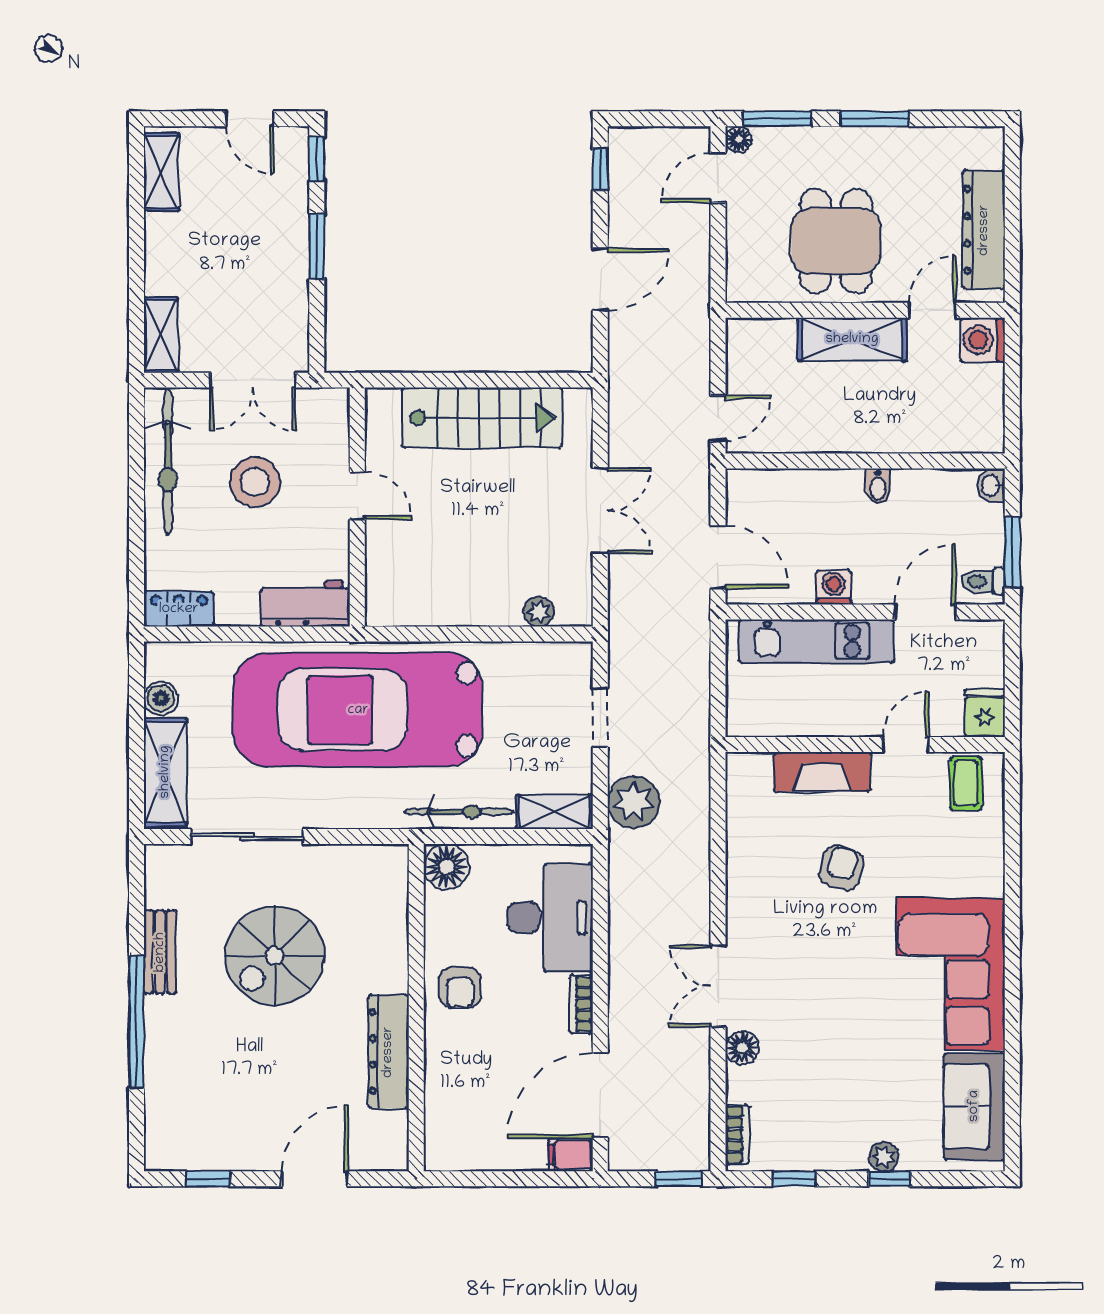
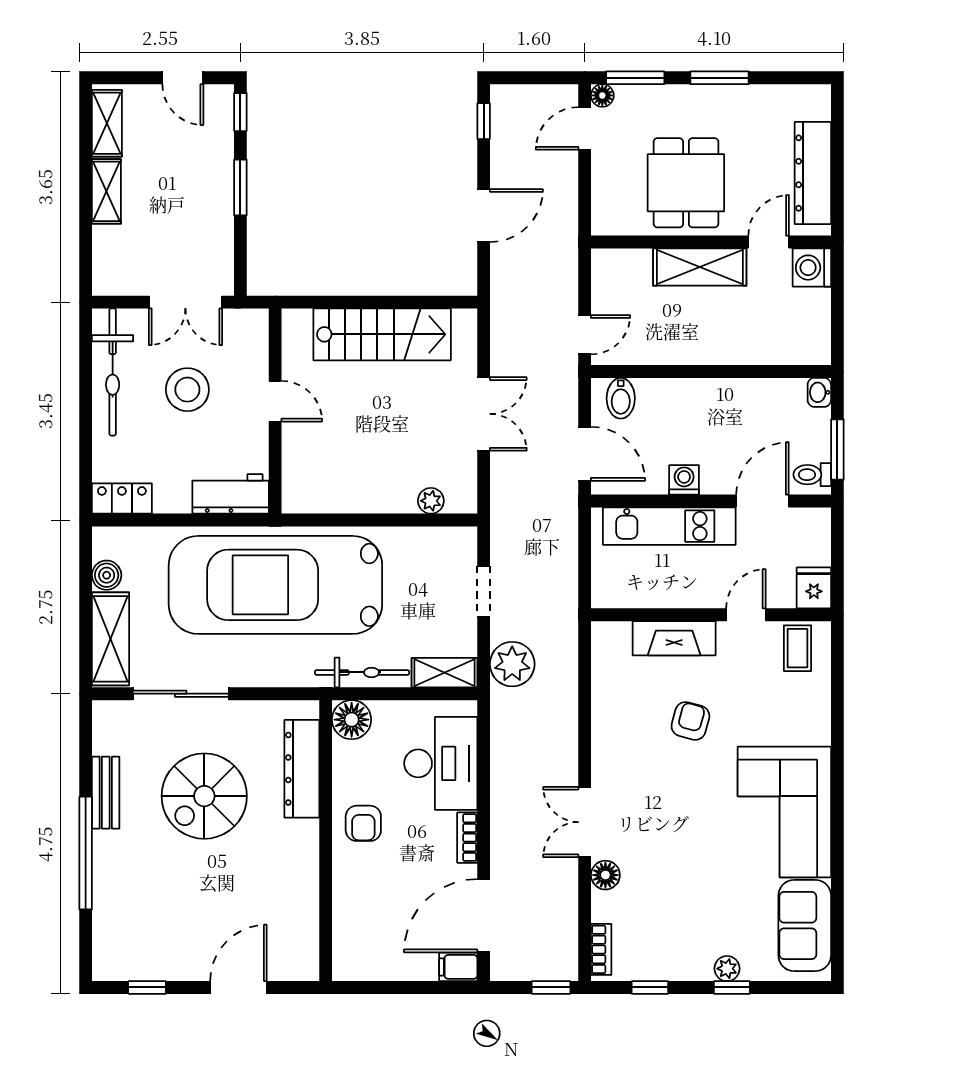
shelving: (161, 335) -> (106, 191), moved
bidet: (878, 486) -> (621, 398), moved, width x1.38, depth x1.36
dresser: (388, 1052) -> (302, 769), moved

